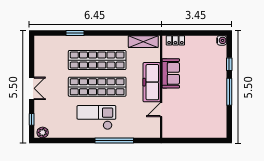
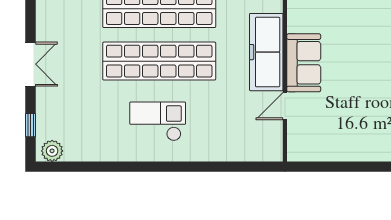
sofa: (171, 73) -> (304, 63), moved
checkout: (96, 117) -> (158, 121), width x0.73, depth x0.83
window: (114, 141) -> (193, 167), removed

